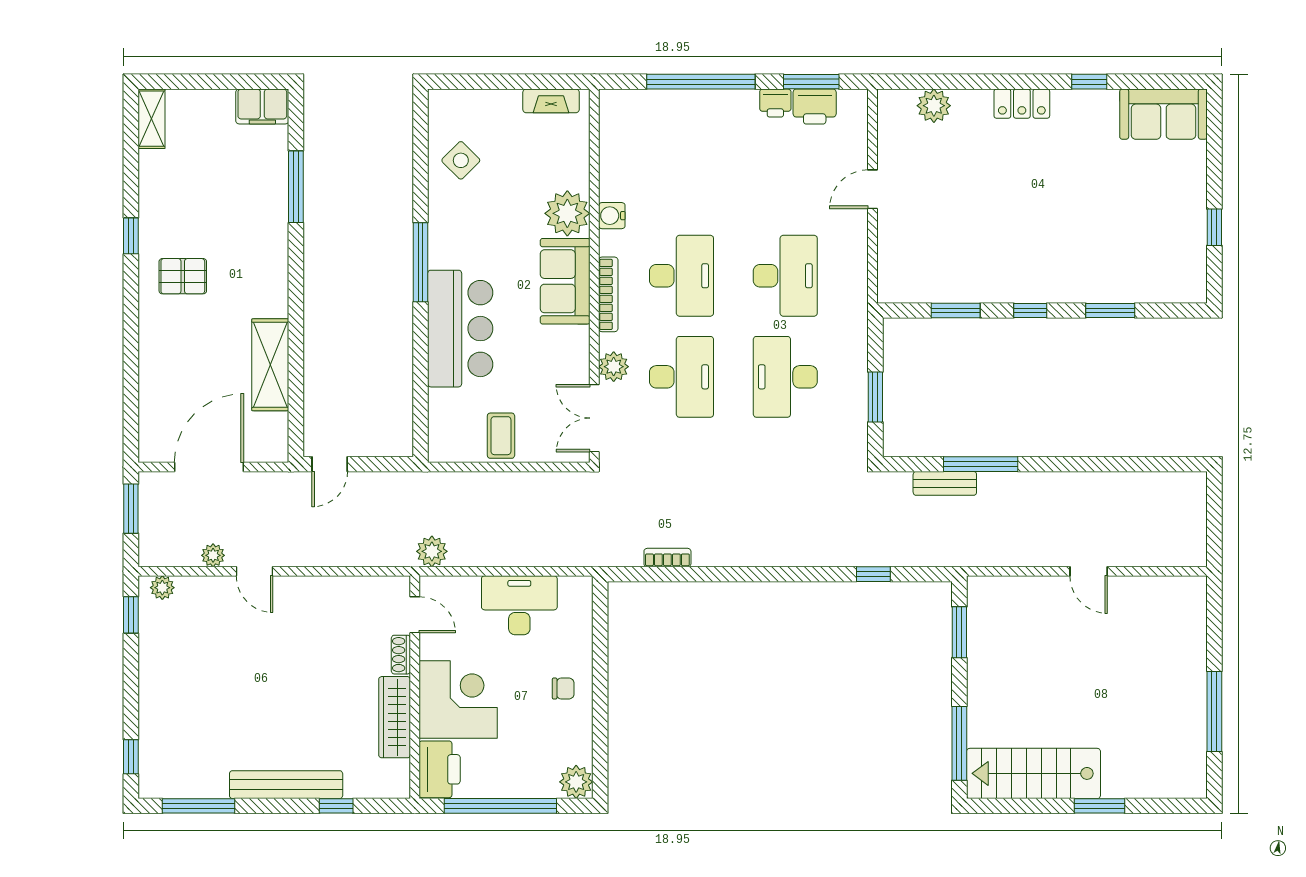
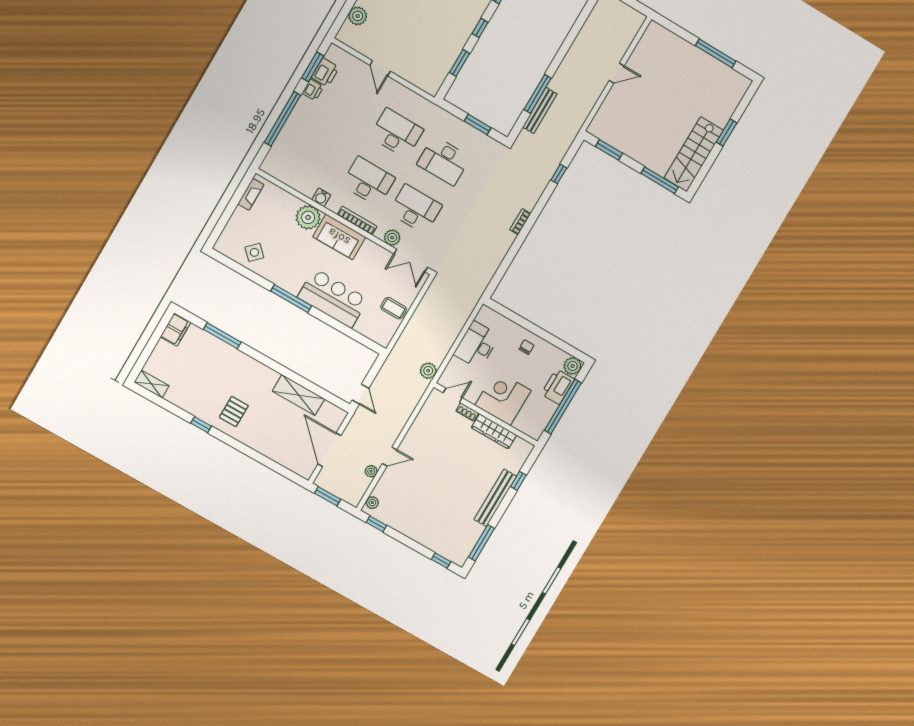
bench: (945, 483) -> (540, 110), width x1.36
bookcase: (667, 558) -> (520, 222), moved
printer: (440, 769) -> (558, 387), moved, turned -90

